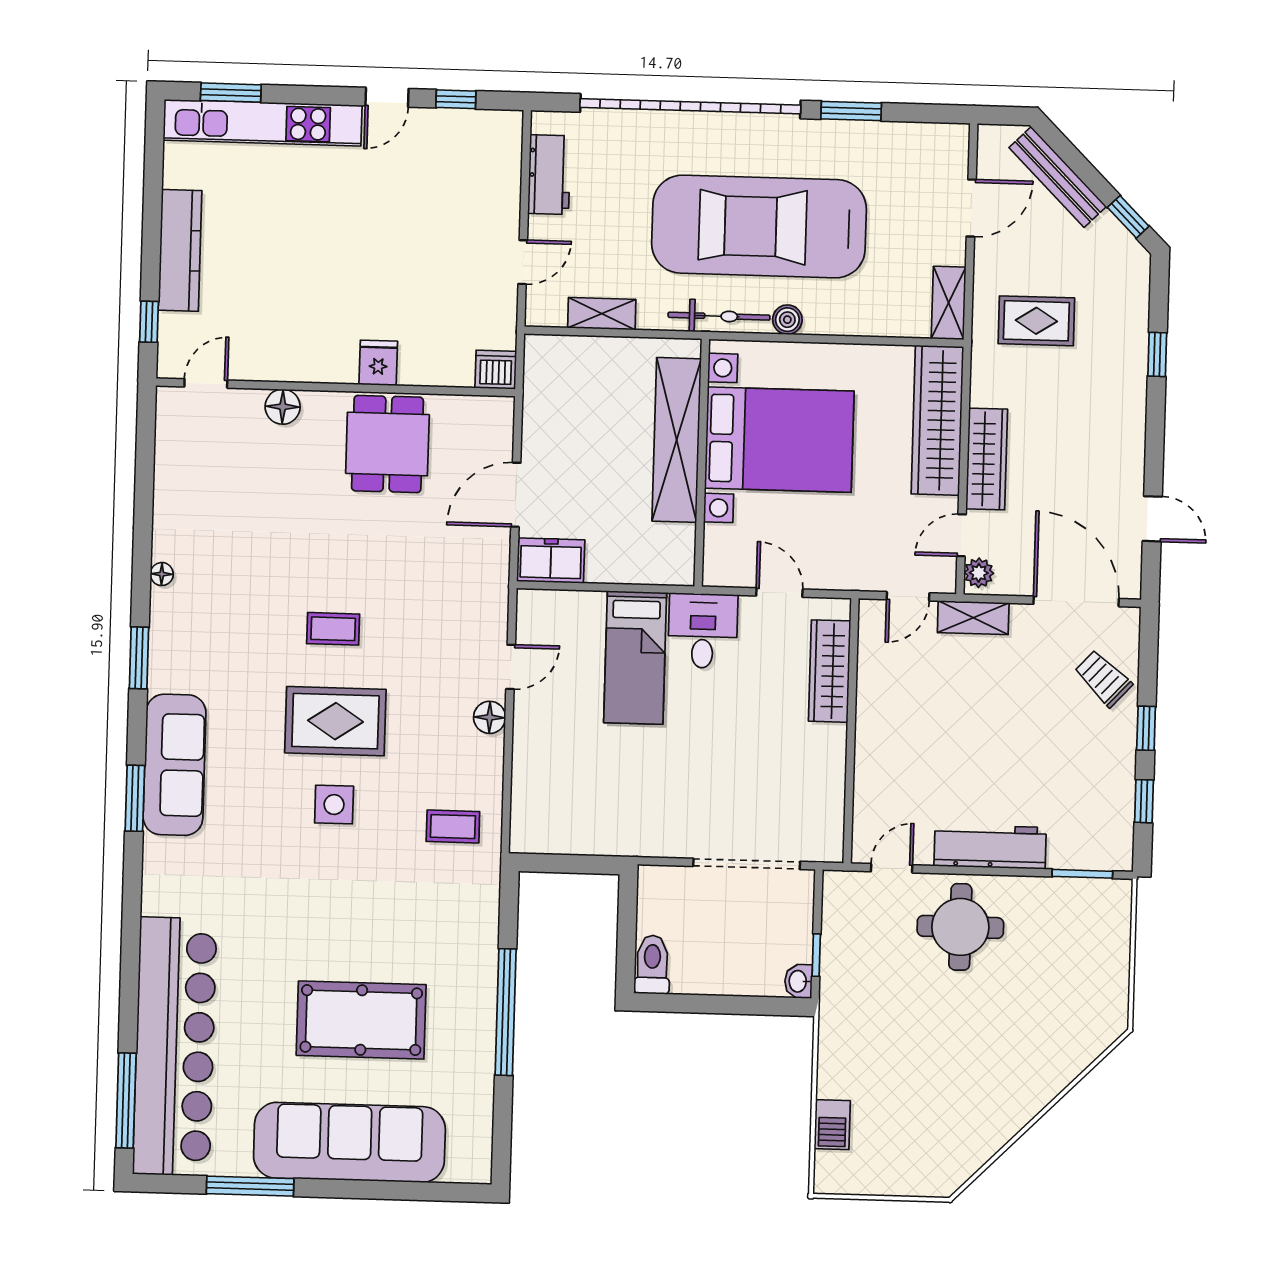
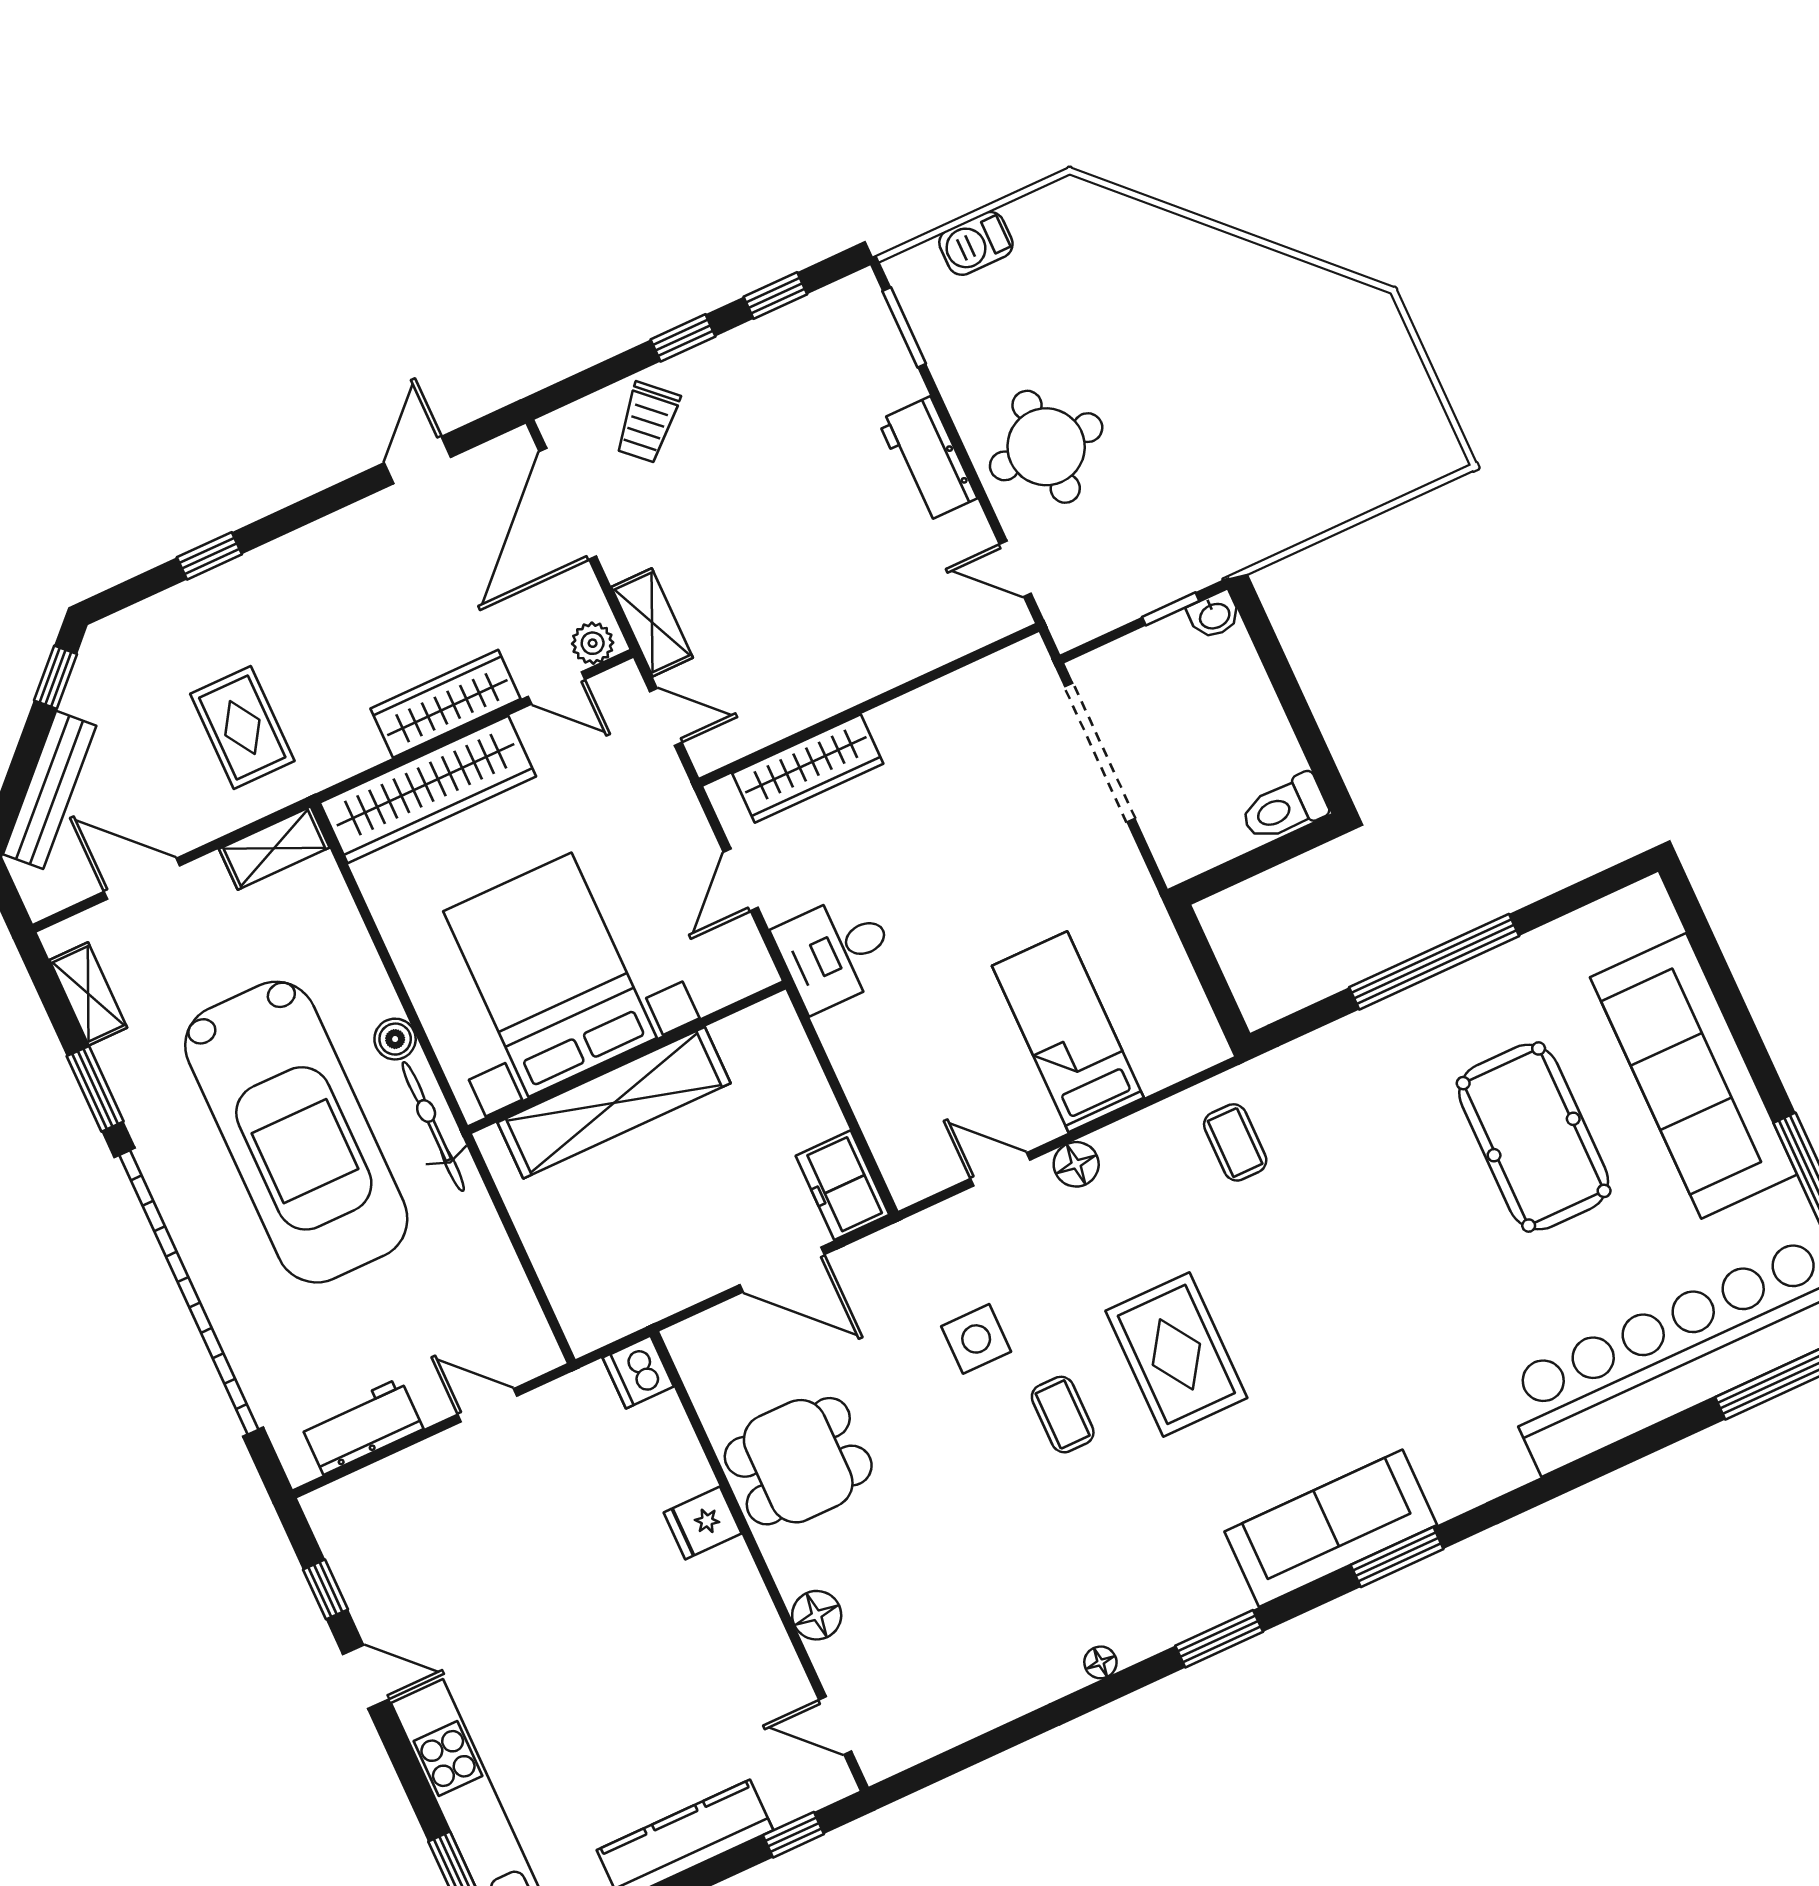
shelving: (602, 314) -> (88, 994), moved
bed: (635, 658) -> (1068, 1032), moved, turned -90
side table: (334, 805) -> (976, 1339), moved
workbench: (990, 847) -> (928, 459), width x0.73
barbecue: (832, 1125) -> (976, 243), moved, turned 180

